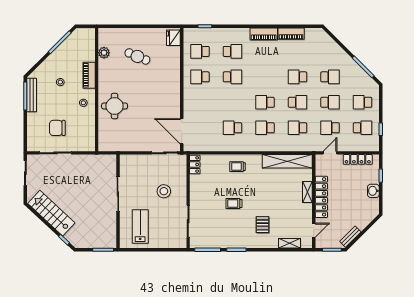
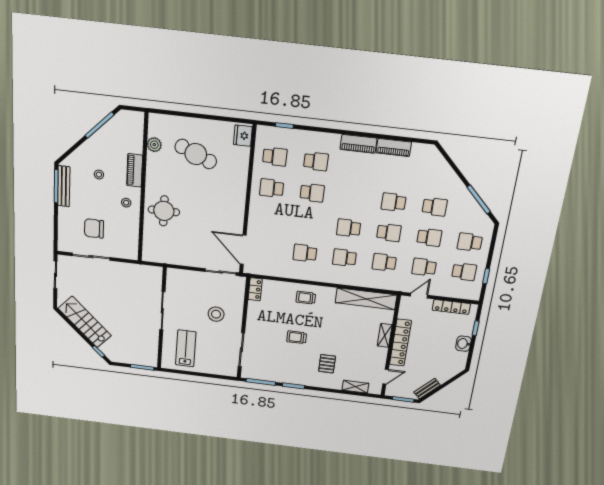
school desk: (200, 51) -> (275, 157), turned 180
cafe table: (137, 56) -> (196, 154), width x1.37, depth x1.35

